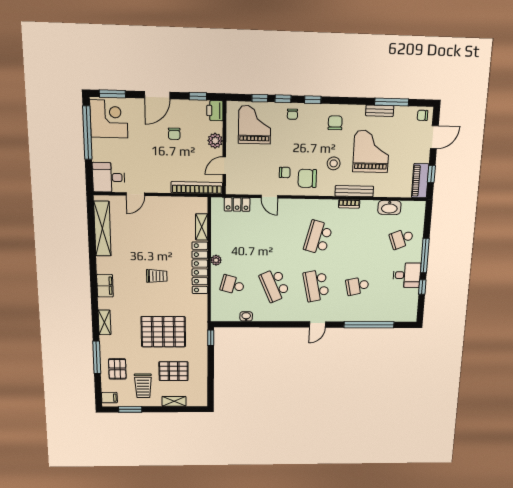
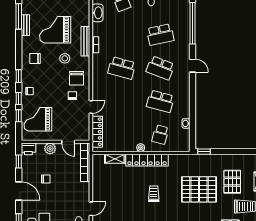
door: (135, 194) -> (91, 209), hinge flipped
locker: (237, 204) -> (97, 132), width x1.53
school desk: (275, 285) -> (160, 101), turned 39
school desk: (316, 286) -> (160, 68), turned 33
school desk: (357, 286) -> (160, 35), width x1.85
pallet: (163, 332) -> (199, 189), turned 90

